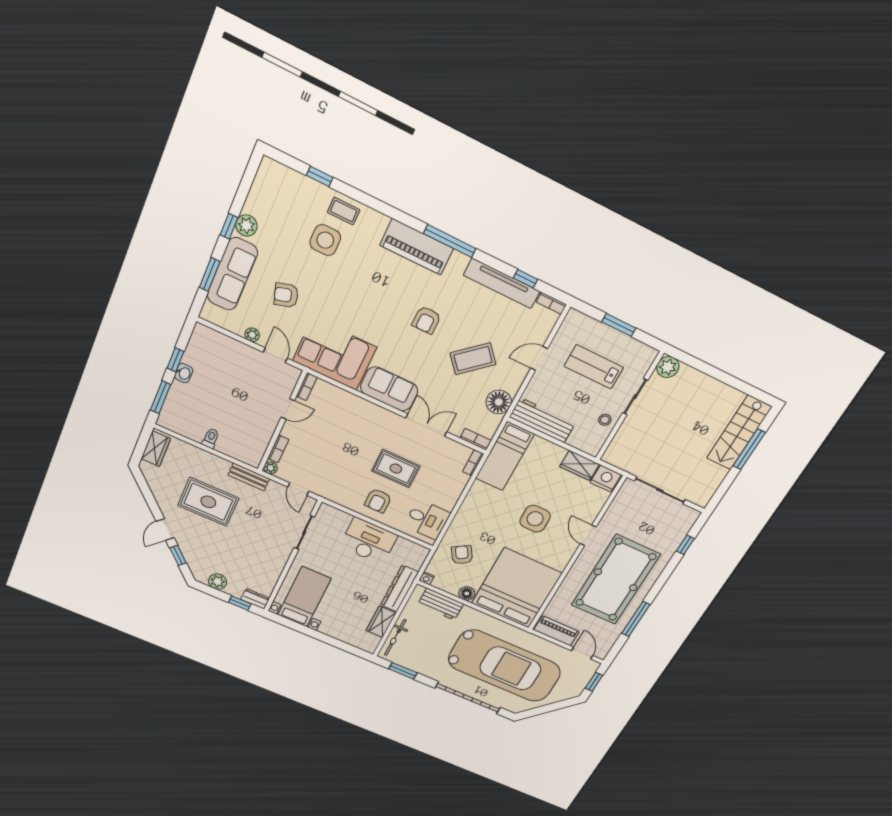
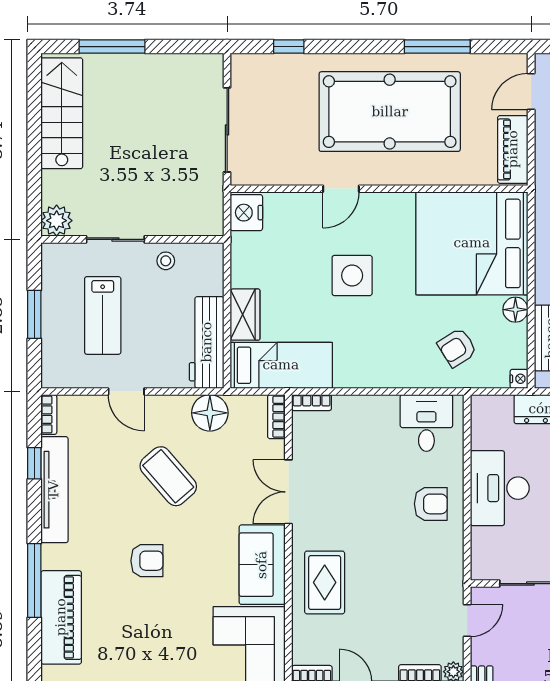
stairs: (739, 433) -> (62, 113), moved, turned -90
wardrobe: (580, 465) -> (245, 315), moved
rug: (396, 469) -> (325, 582), moved

